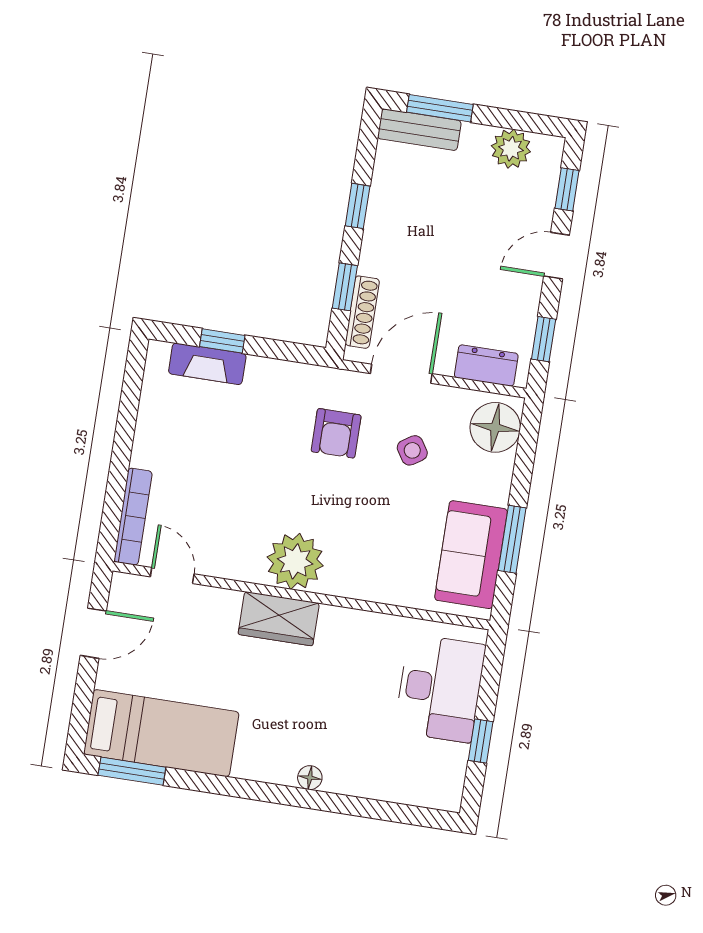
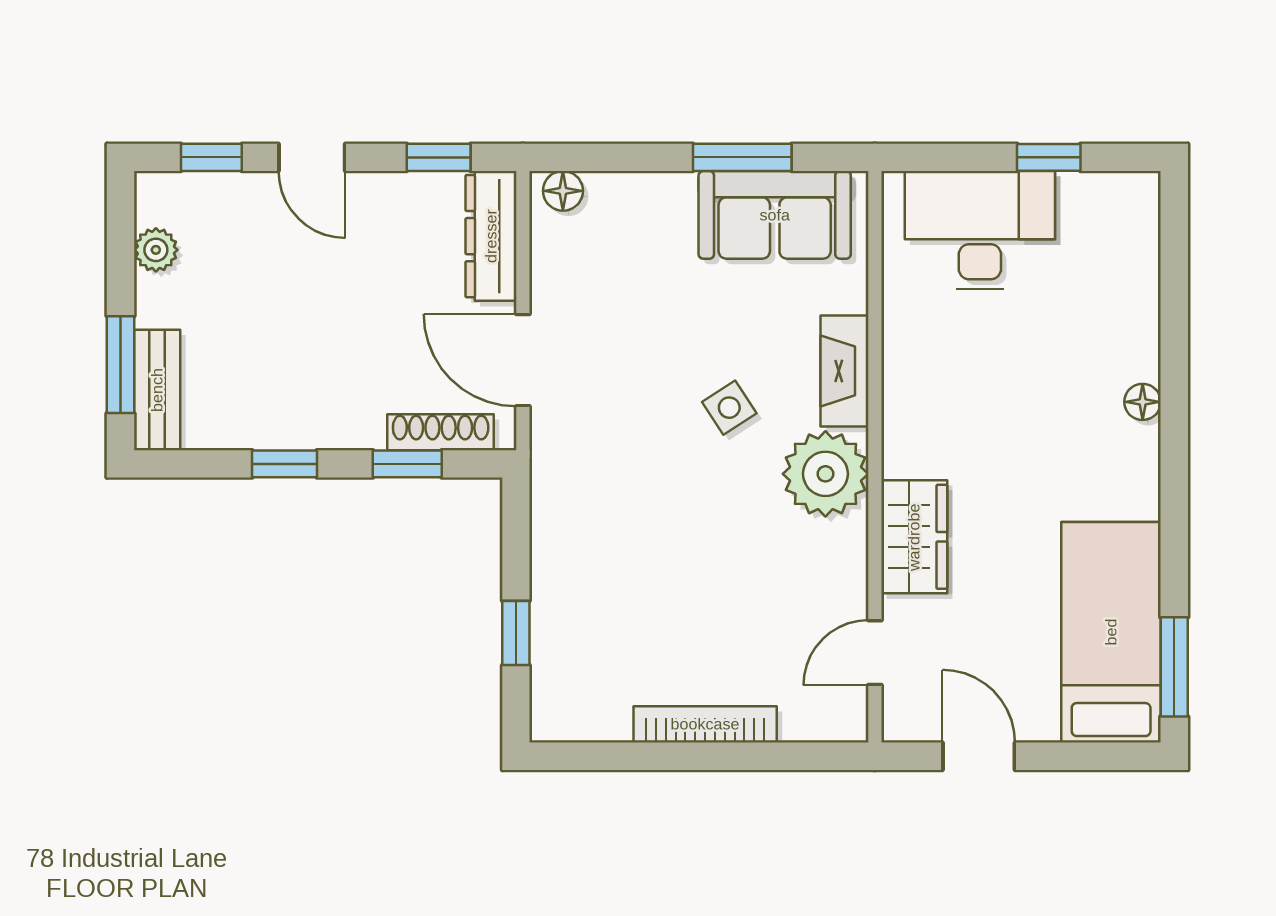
plant: (511, 149) -> (156, 250), width x0.73, depth x0.73
fireplace: (207, 364) -> (845, 371), moved, turned 180
dresser: (486, 366) -> (491, 236), width x1.44
floor lamp: (495, 427) -> (563, 191), width x0.53, depth x0.53
armchair: (336, 433) -> (626, 443), removed
side table: (412, 450) -> (729, 408), moved
bookcase: (133, 517) -> (705, 724), moved
wardrobe: (279, 619) -> (914, 537), moved

